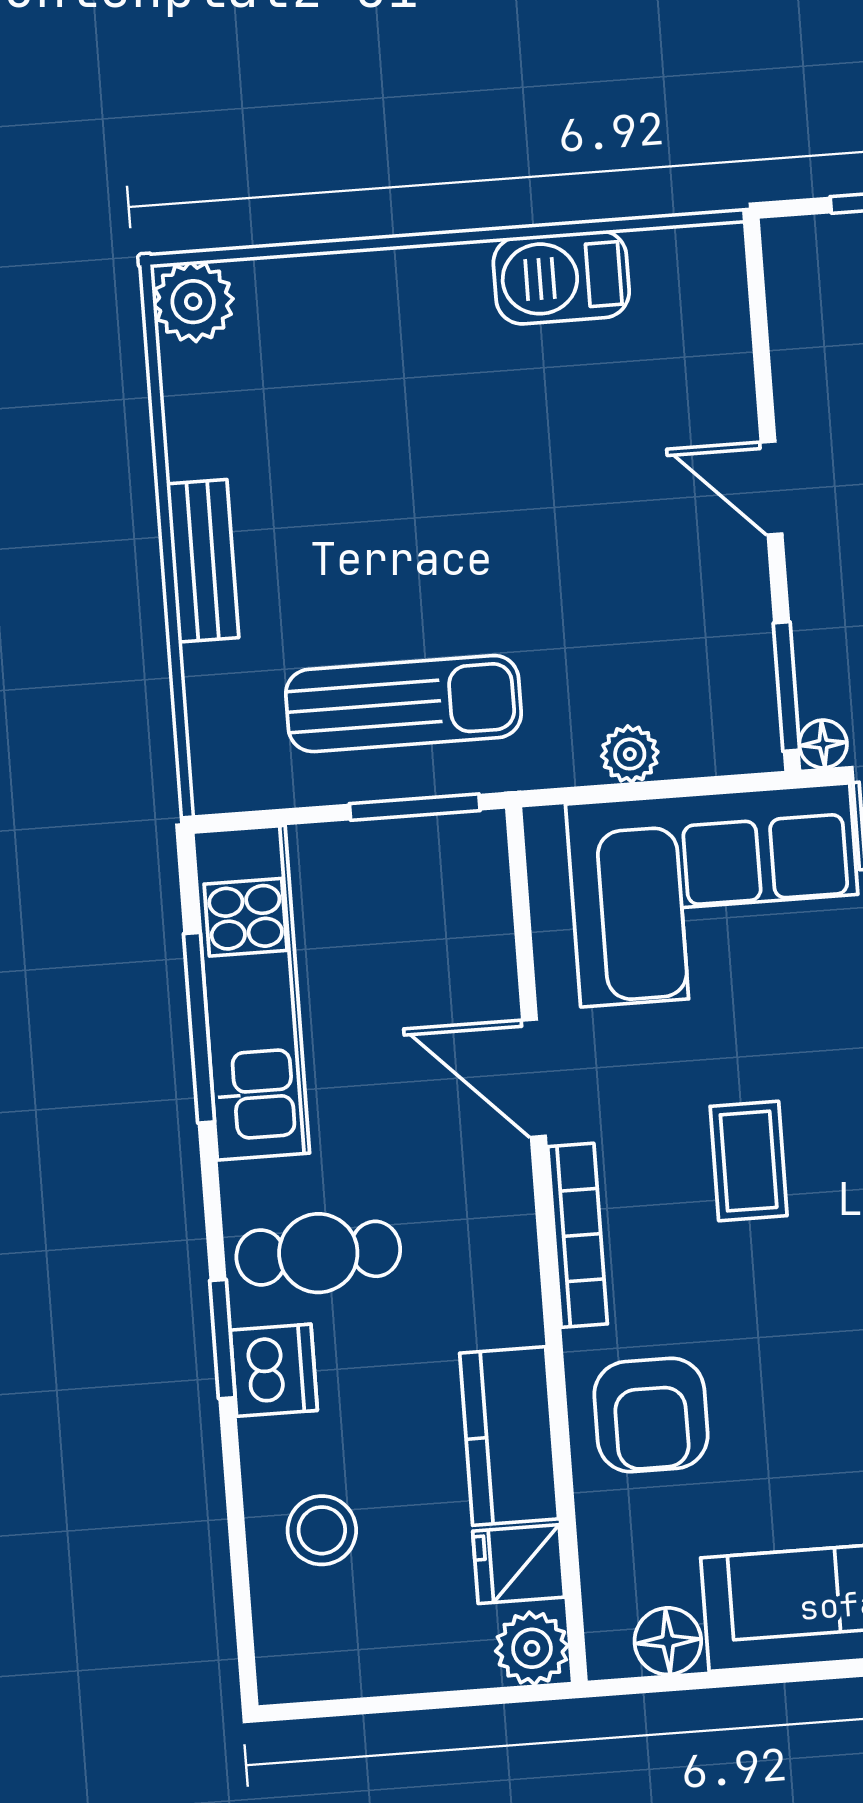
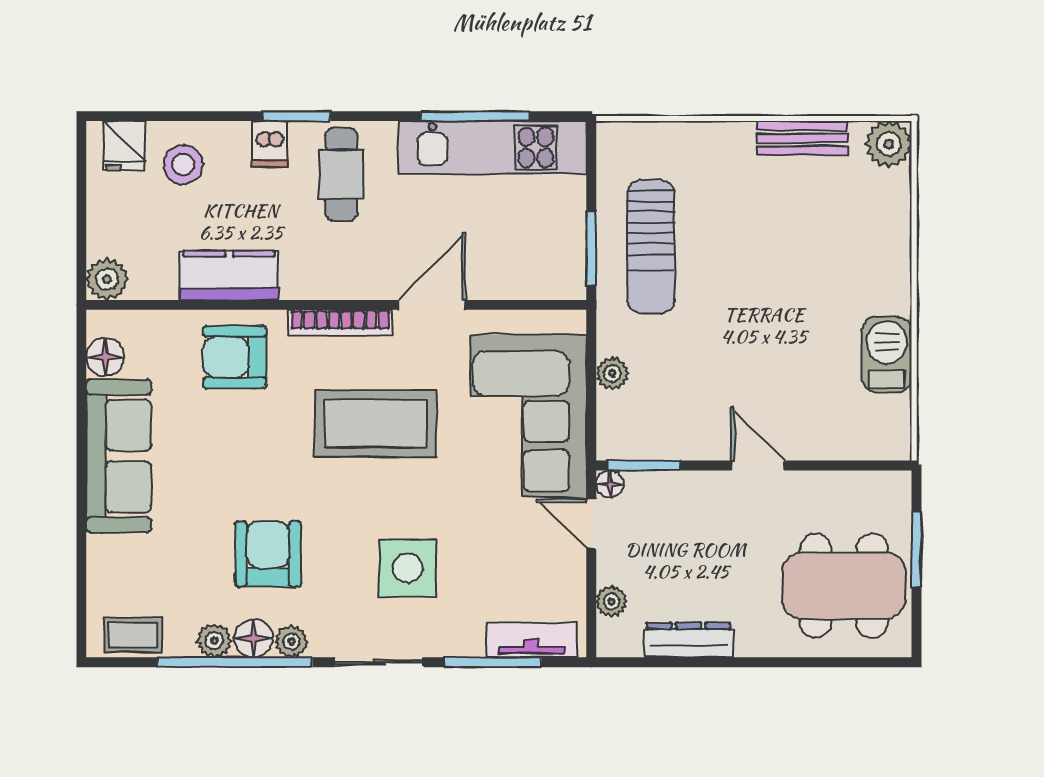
door: (771, 488) -> (758, 465), hinge flipped
bench: (203, 561) -> (802, 138), moved
coffee table: (749, 1161) -> (375, 424), width x1.86, depth x1.72
dishwasher: (274, 1370) -> (270, 144), width x0.73
fridge: (519, 1564) -> (124, 146), moved, turned 180

